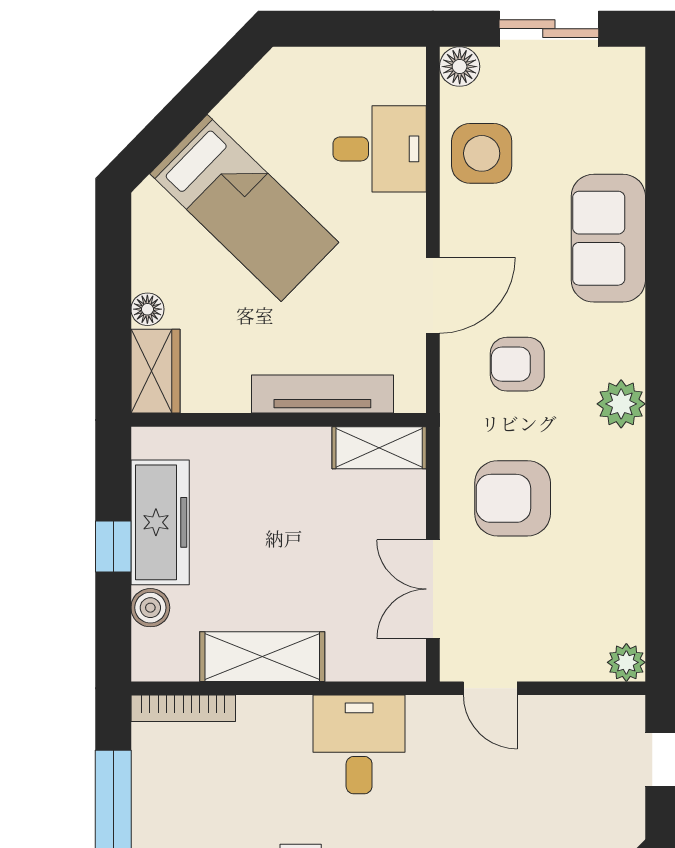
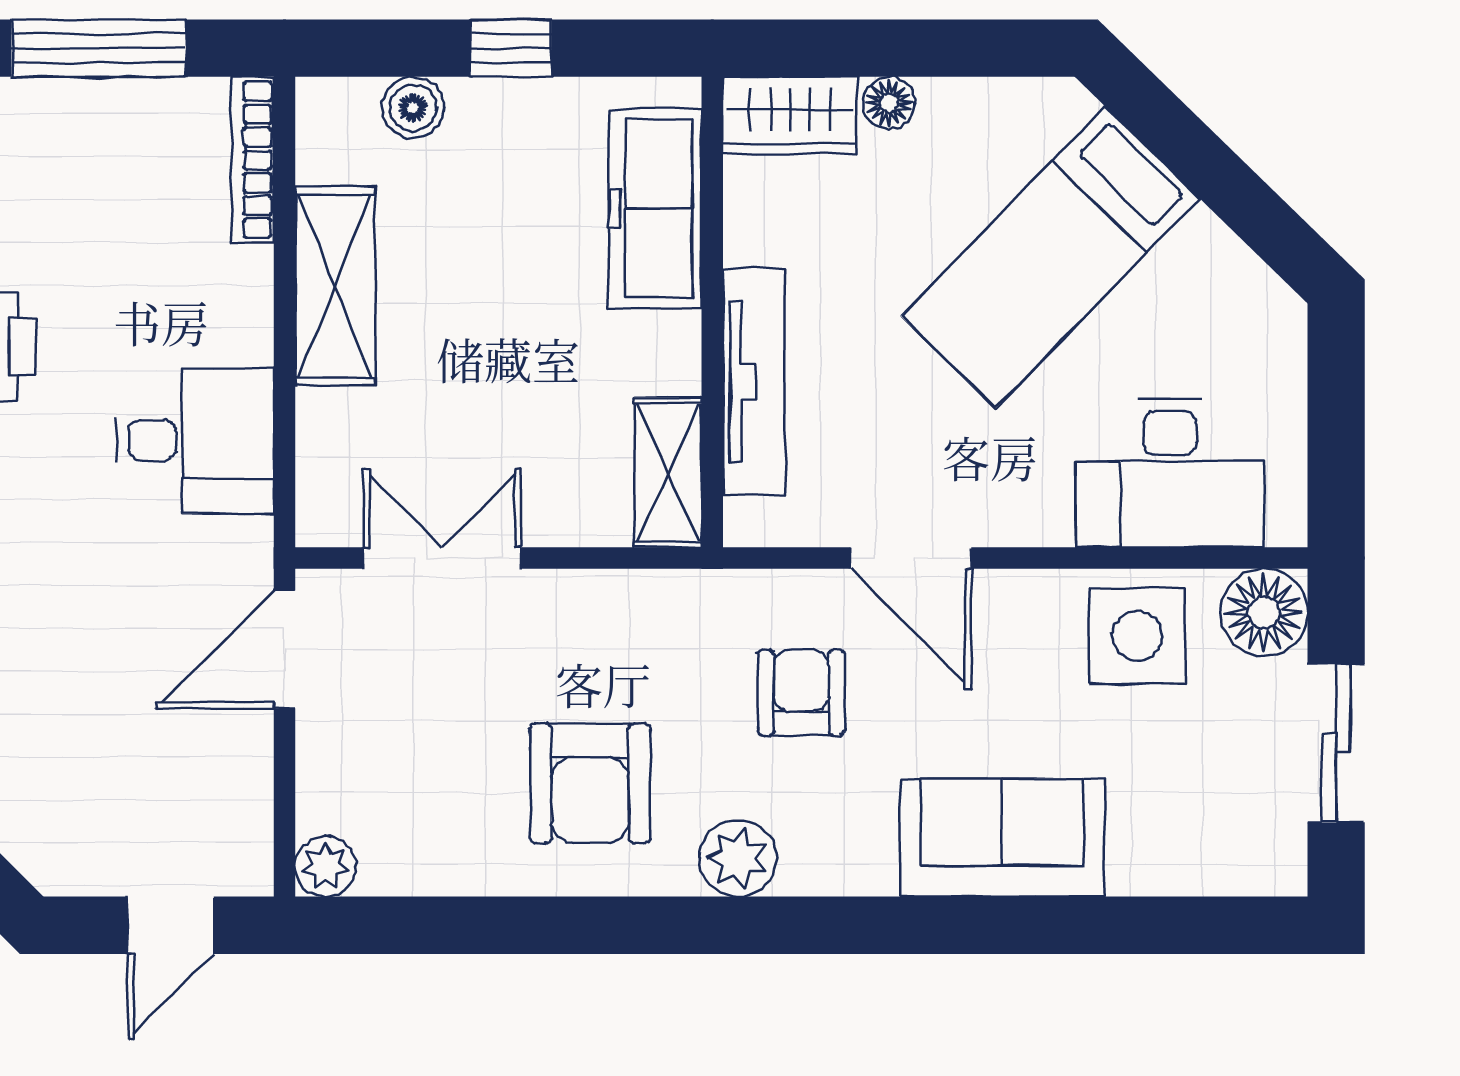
floor lamp: (460, 67) -> (1264, 613), width x1.38, depth x1.38
desk: (380, 149) -> (1170, 473), width x1.37
armchair: (513, 498) -> (590, 783), moved, turned 180
freezer: (160, 522) -> (655, 208), moved, turned 90
door: (490, 688) -> (284, 649), width x1.38

